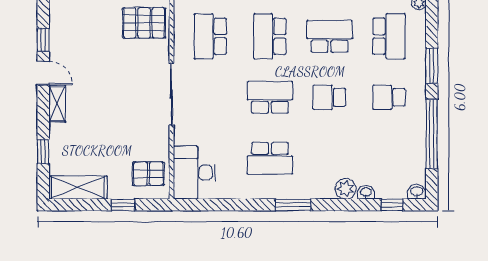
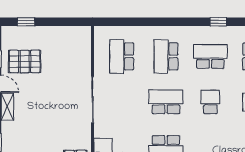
pallet: (144, 23) -> (25, 61), moved
school desk: (329, 97) -> (210, 102), turned 90

